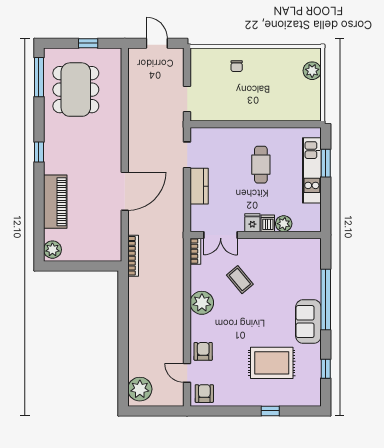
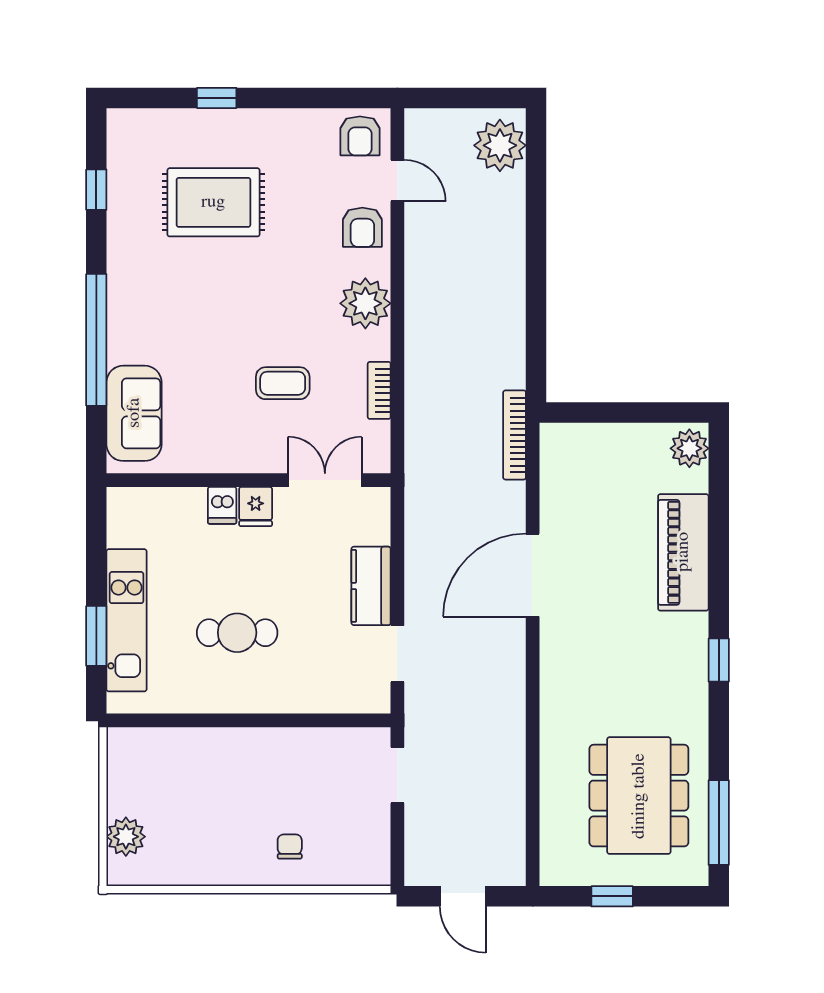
cafe table: (261, 165) -> (237, 633), turned 90
plant: (284, 224) -> (188, 504), removed
bookcase: (195, 251) -> (379, 390), moved
coffee table: (240, 280) -> (283, 383), turned -50
plant: (202, 303) -> (365, 303), moved
sofa: (308, 322) -> (134, 413), moved

